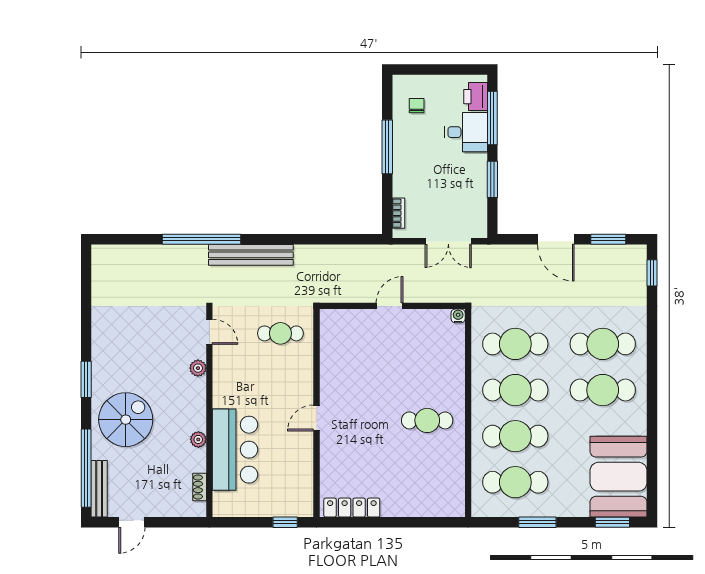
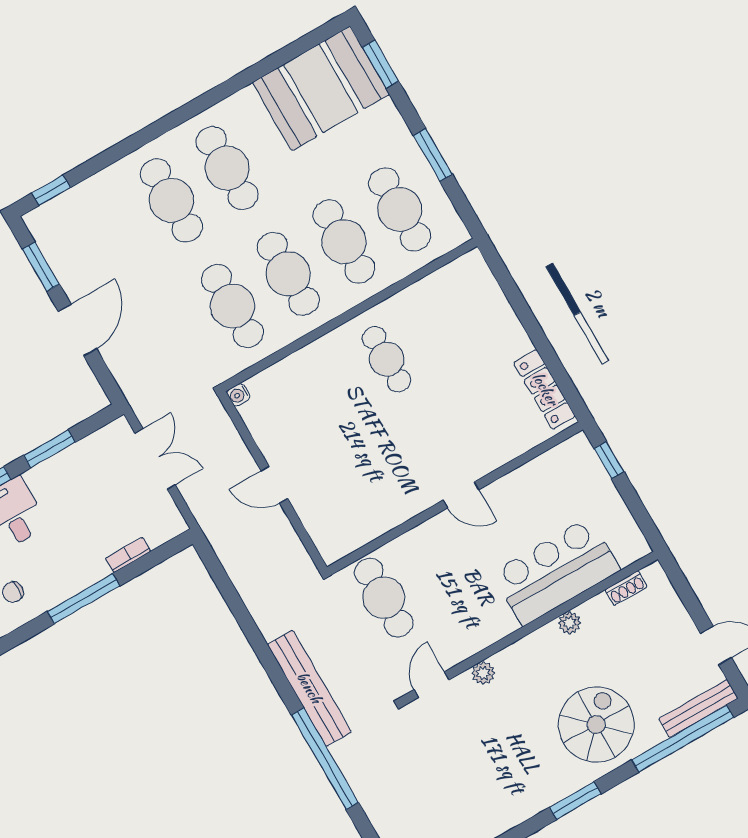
bookcase: (398, 213) -> (128, 555), moved
cafe table: (280, 333) -> (384, 598), width x1.37, depth x1.35
spiral stairs: (126, 420) -> (596, 725), turned 90

